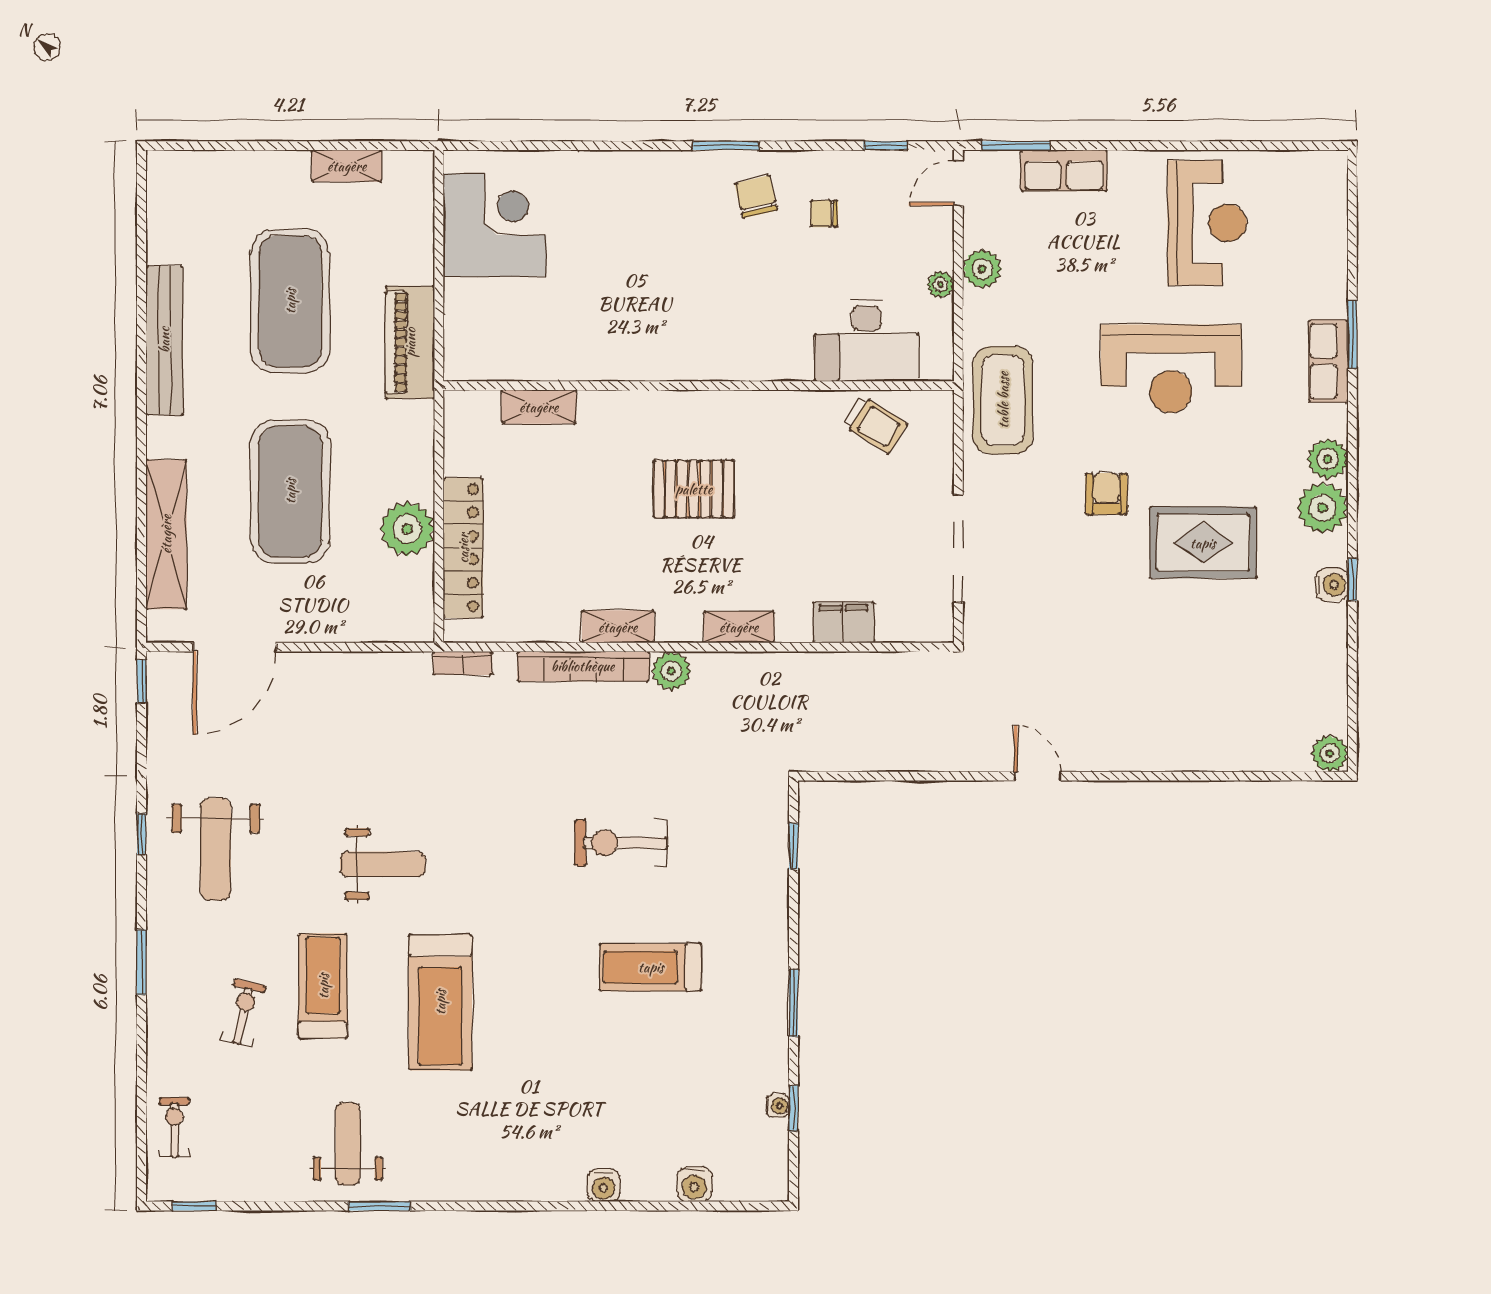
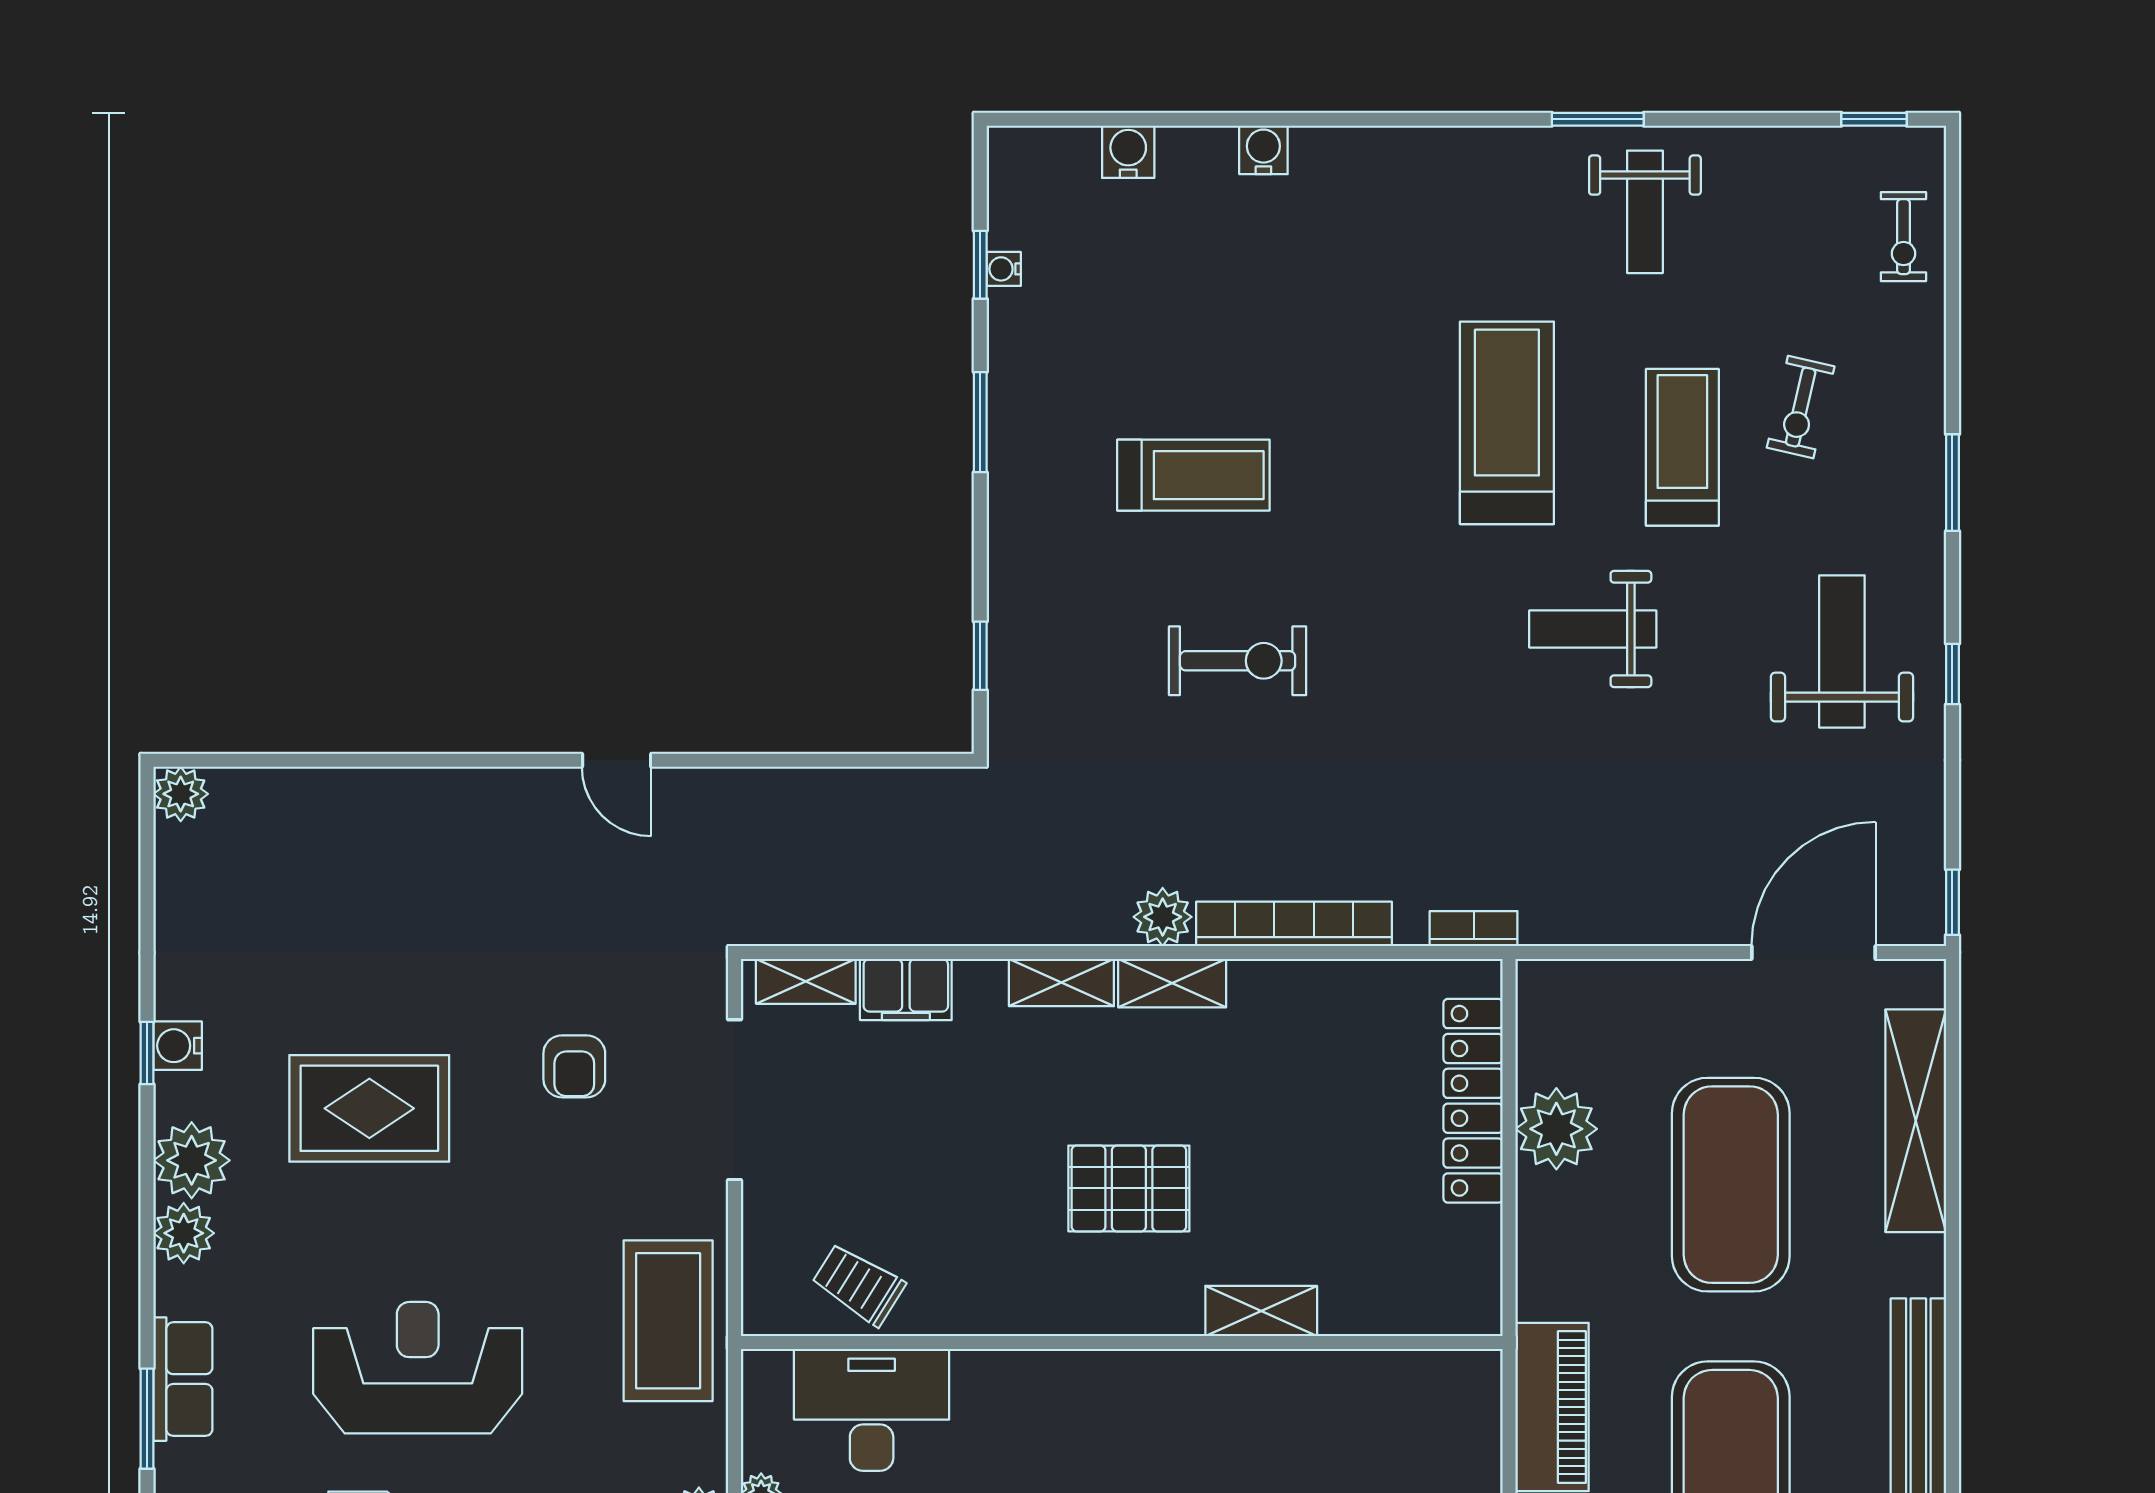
shelving: (539, 407) -> (1261, 1311), moved
armchair: (1106, 494) -> (574, 1066), moved
shelving: (618, 627) -> (1172, 983), moved
shelving: (911, 628) -> (806, 981), added
treadmill: (323, 986) -> (1682, 447), turned 180

